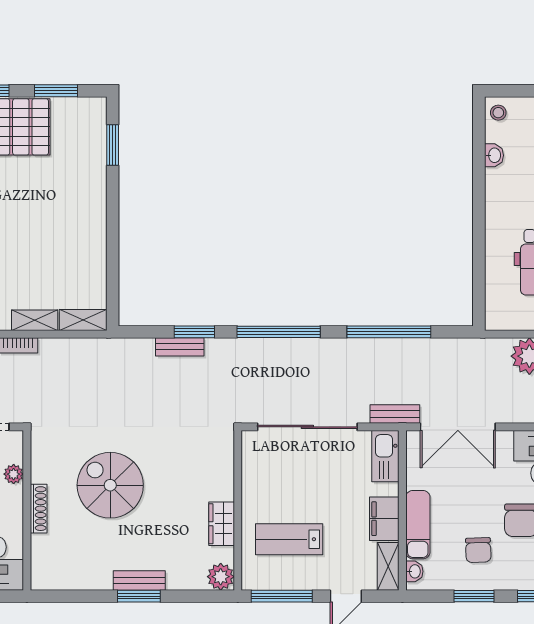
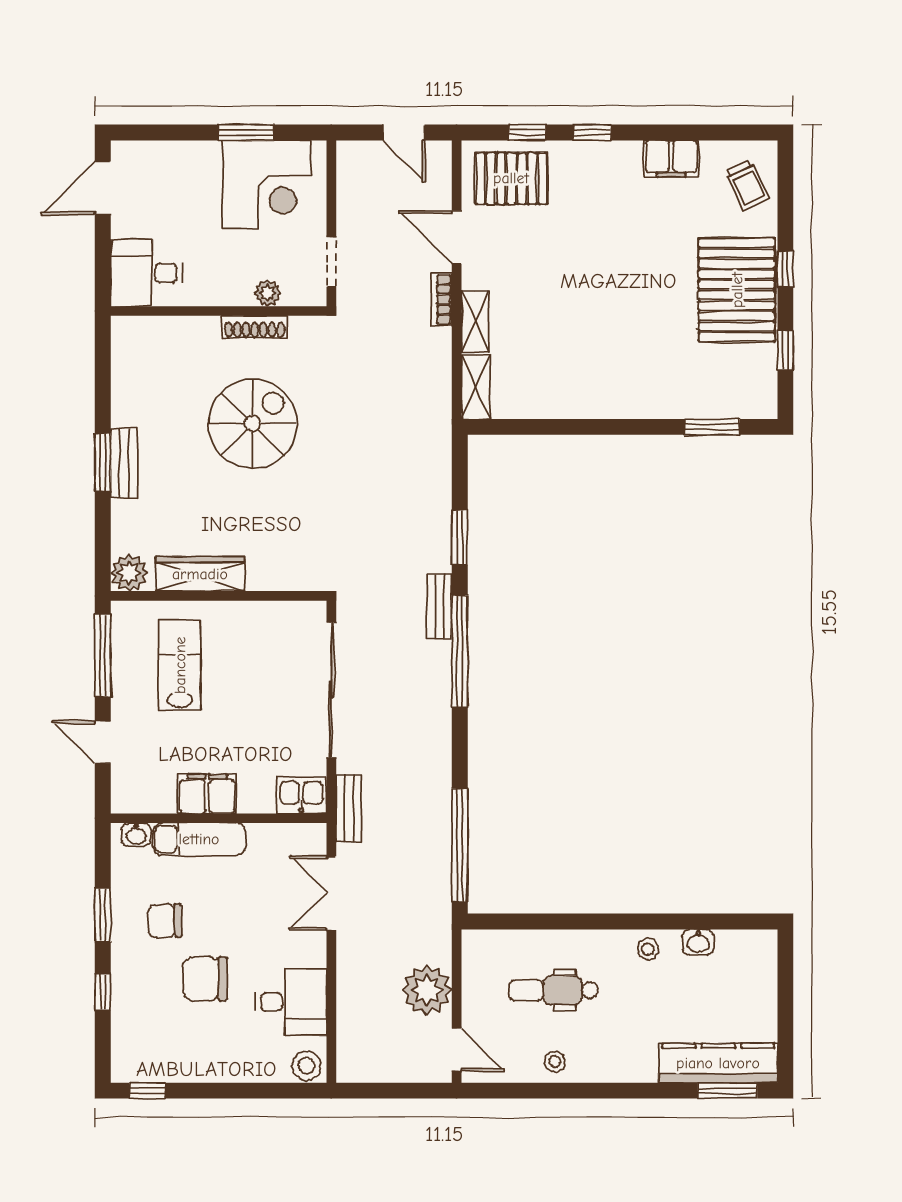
window: (56, 91) -> (785, 350), width x0.67
stool: (498, 113) -> (648, 949), moved
window: (389, 332) -> (460, 845), moved
bench: (180, 347) -> (439, 606), moved
double door: (458, 427) -> (331, 893), width x0.73
kitchen sink: (385, 456) -> (301, 795), width x0.73
shoe rack: (39, 509) -> (255, 327), moved
wardrobe: (222, 524) -> (200, 574), width x1.50
shelving: (388, 566) -> (143, 799), removed

